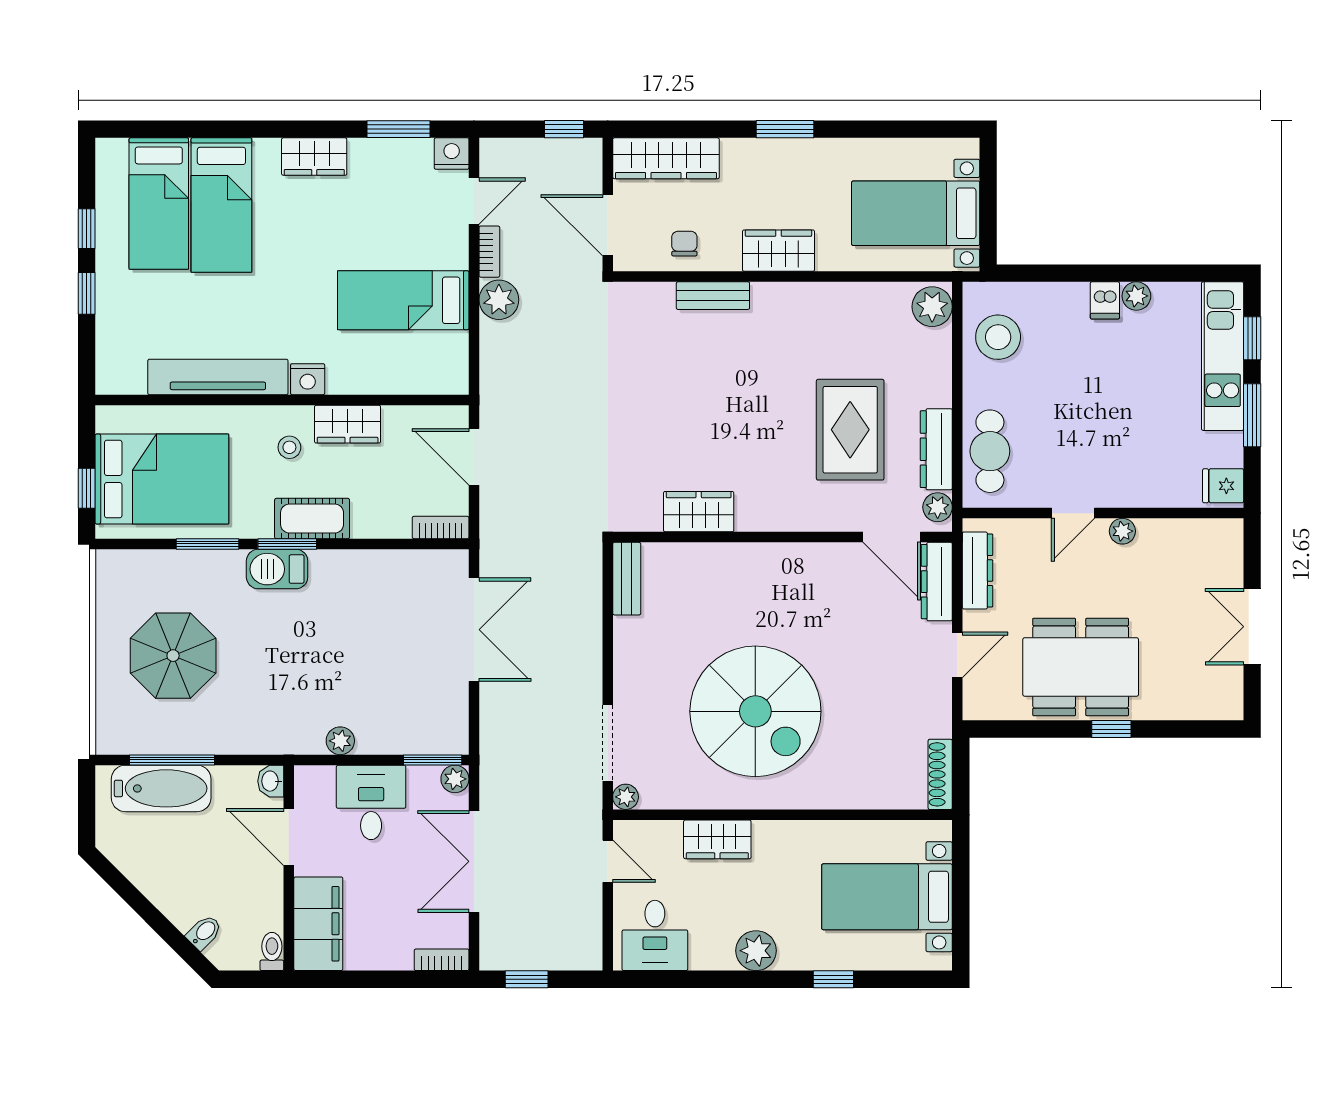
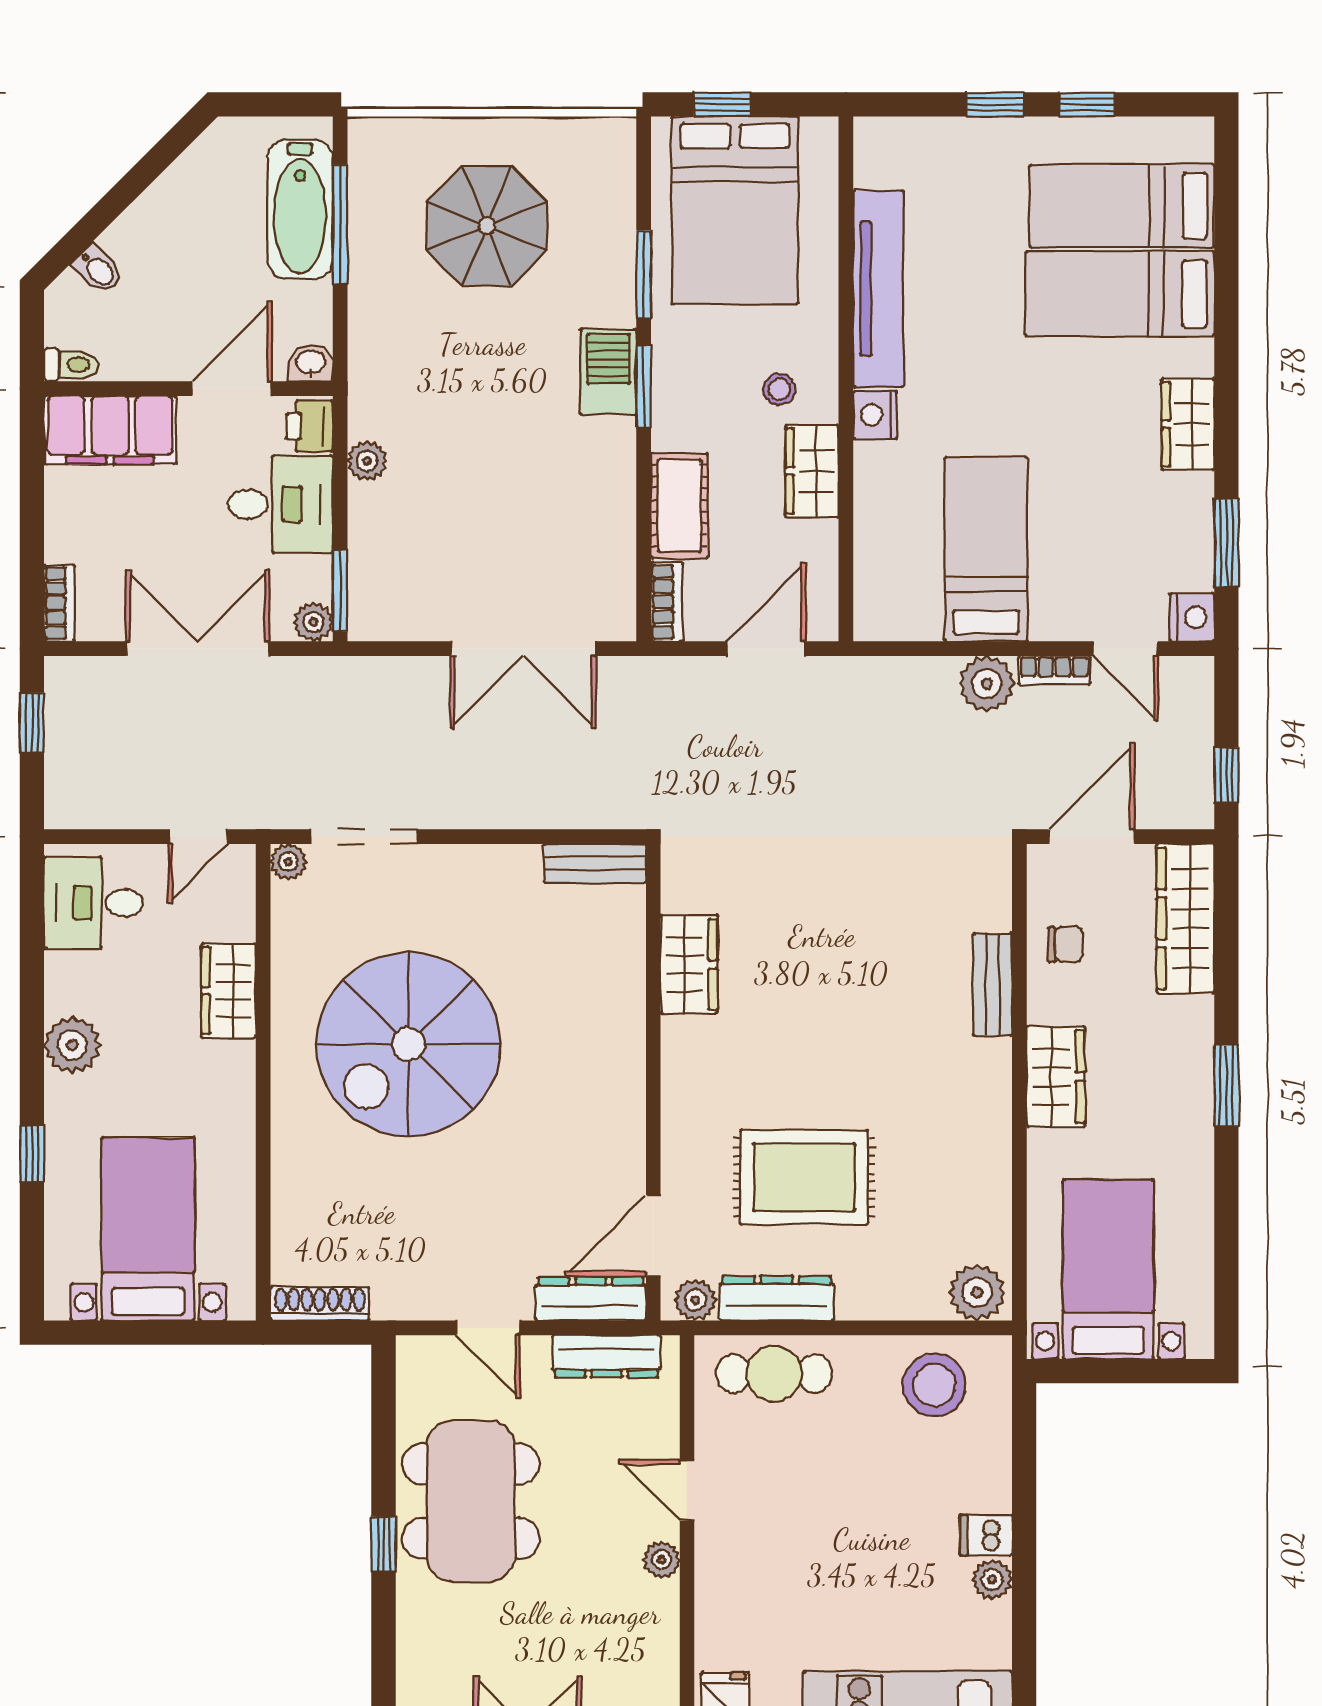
cot: (312, 519) -> (679, 506), moved
printer: (316, 782) -> (310, 426), added

